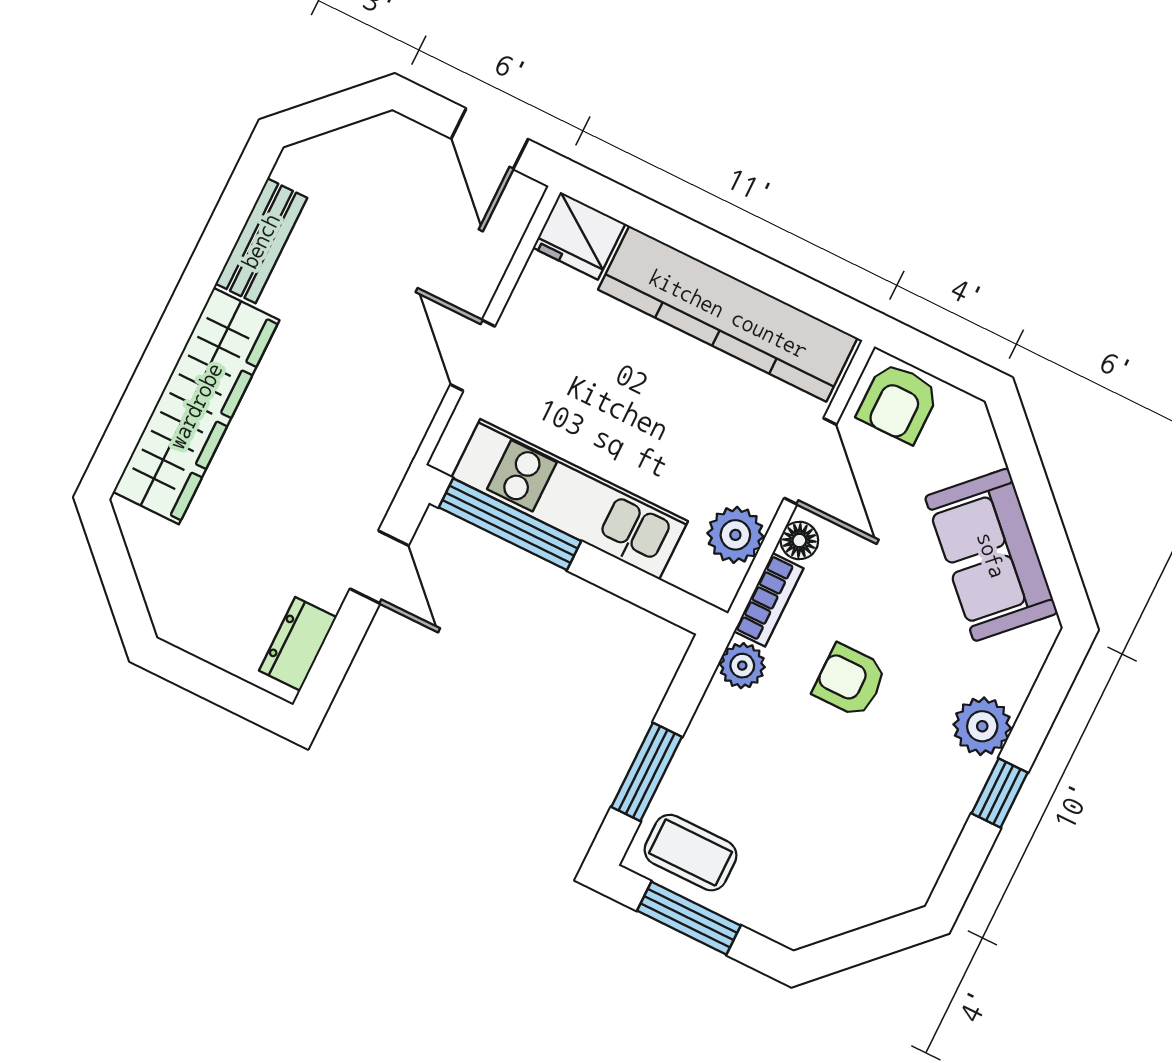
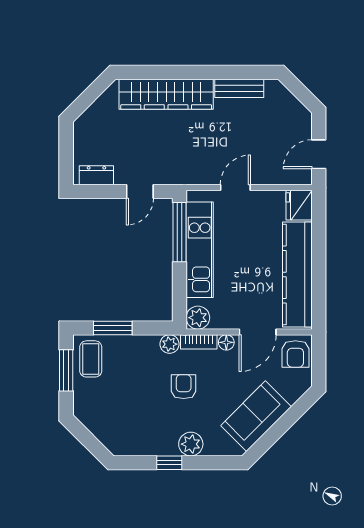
armchair: (898, 403) -> (295, 354), turned -90
plant: (735, 535) -> (198, 318), moved

